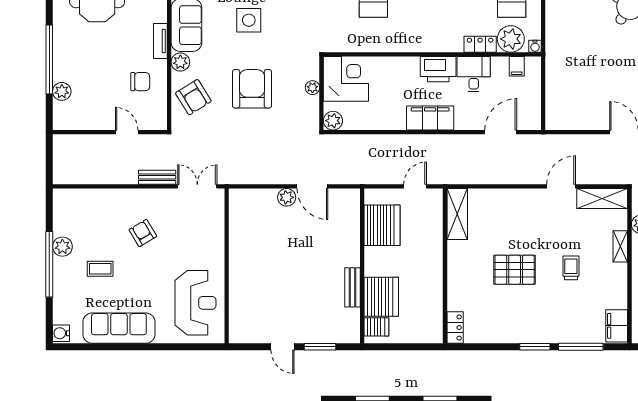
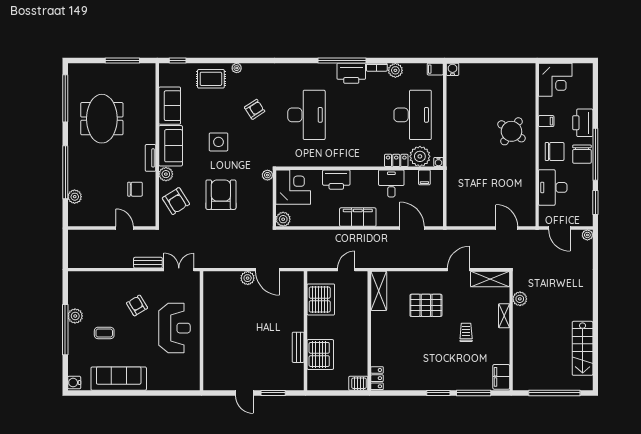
printer: (438, 69) -> (336, 180), moved
plant: (312, 88) -> (267, 175), moved
door: (501, 132) -> (412, 228), hinge flipped
pallet: (515, 270) -> (426, 305), moved
reception desk: (196, 303) -> (175, 328), moved
server rack: (376, 327) -> (358, 383), moved, turned 180

